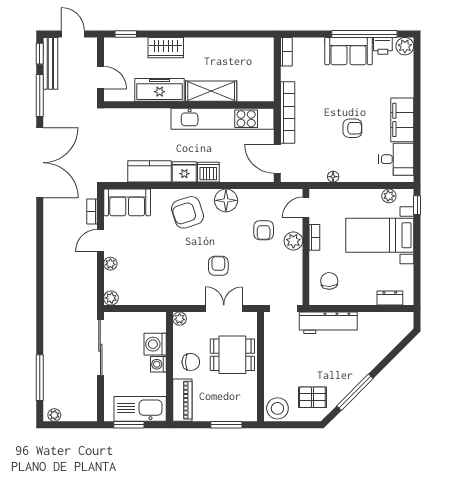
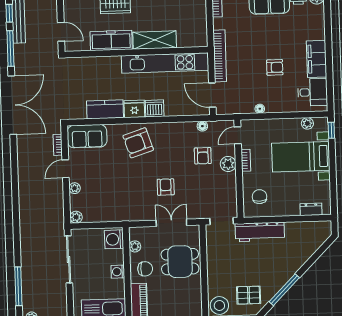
floor lamp: (226, 200) -> (202, 126), moved, width x0.53, depth x0.53
plant: (180, 319) -> (135, 246), moved
washing machine: (155, 344) -> (114, 239), moved

